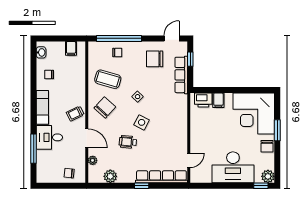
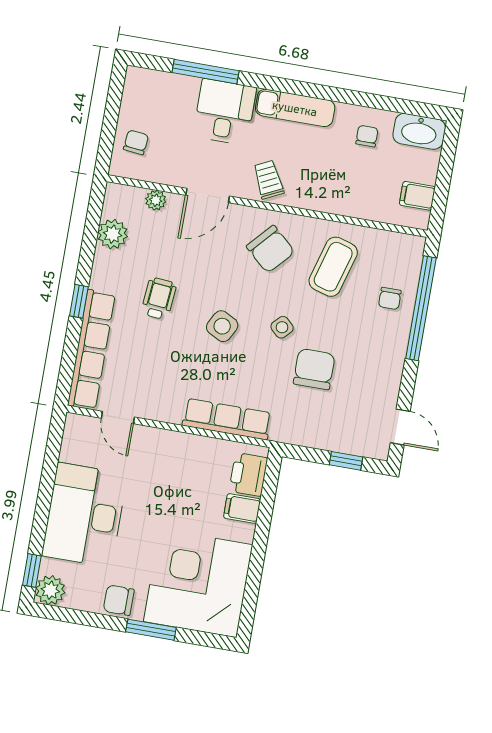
washbasin: (41, 52) -> (419, 131), width x1.91, depth x1.45
chair: (155, 59) -> (314, 369), moved
row of seats: (181, 75) -> (227, 419), moved
wheelchair: (128, 142) -> (159, 299), moved

